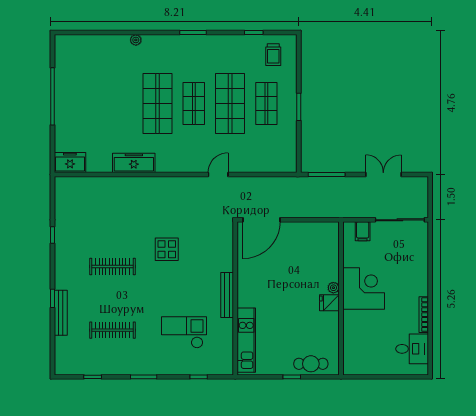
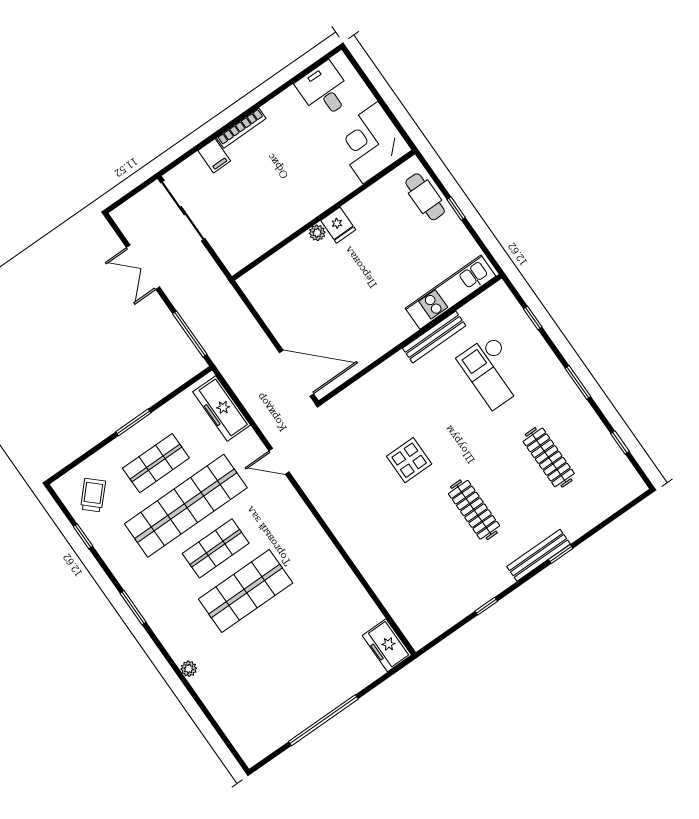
trolley: (273, 55) -> (93, 495), turned -47
shop shelf: (230, 103) -> (186, 506), width x1.40
freezer: (134, 163) -> (222, 408), moved
filing cabinet: (363, 231) -> (214, 156), moved, turned 90
corner desk: (364, 288) -> (371, 143), moved
bench: (227, 295) -> (434, 337), moved
bench: (61, 313) -> (539, 555), moved
bookcase: (424, 315) -> (241, 128), moved

